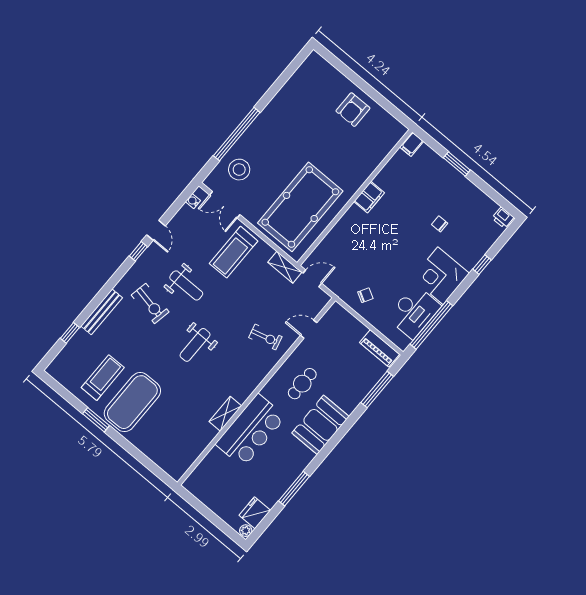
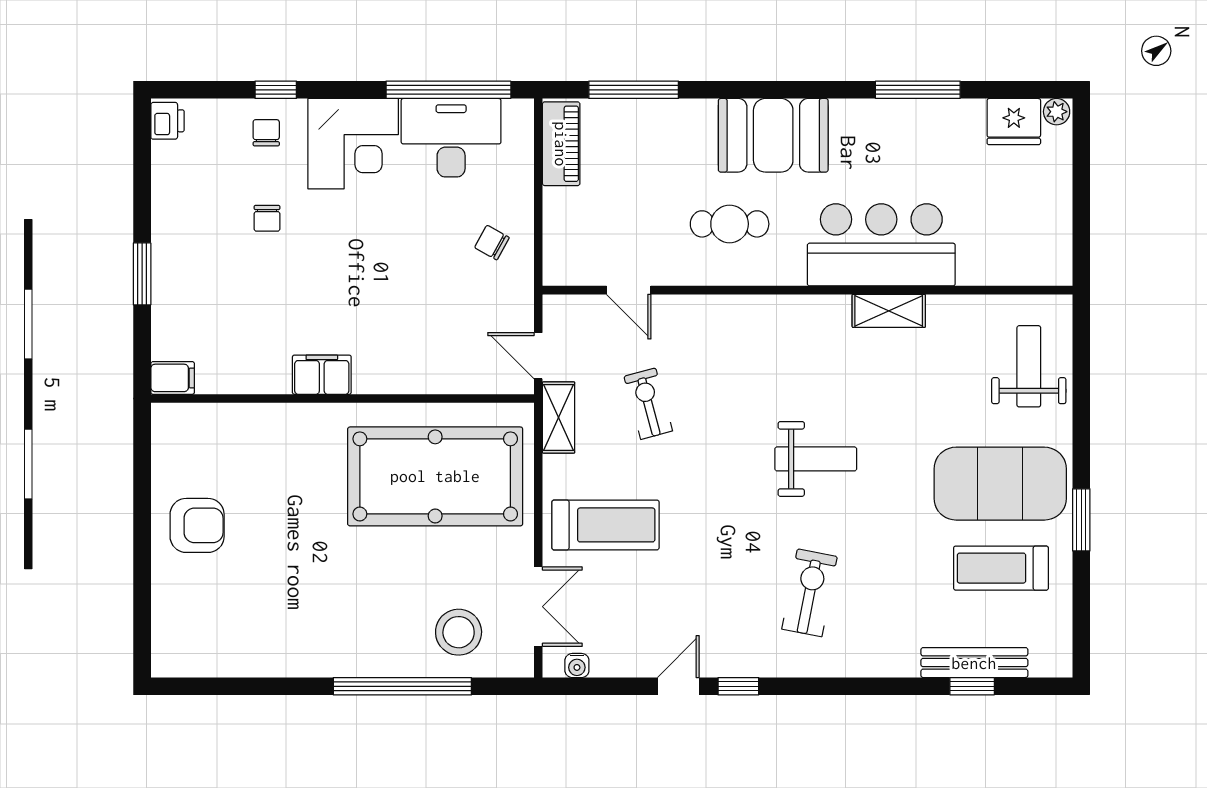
chair: (470, 249) -> (266, 133), added
weight bench: (186, 285) -> (1029, 366), moved
bench: (102, 312) -> (974, 663), moved
exercise bike: (265, 337) -> (648, 404), moved

